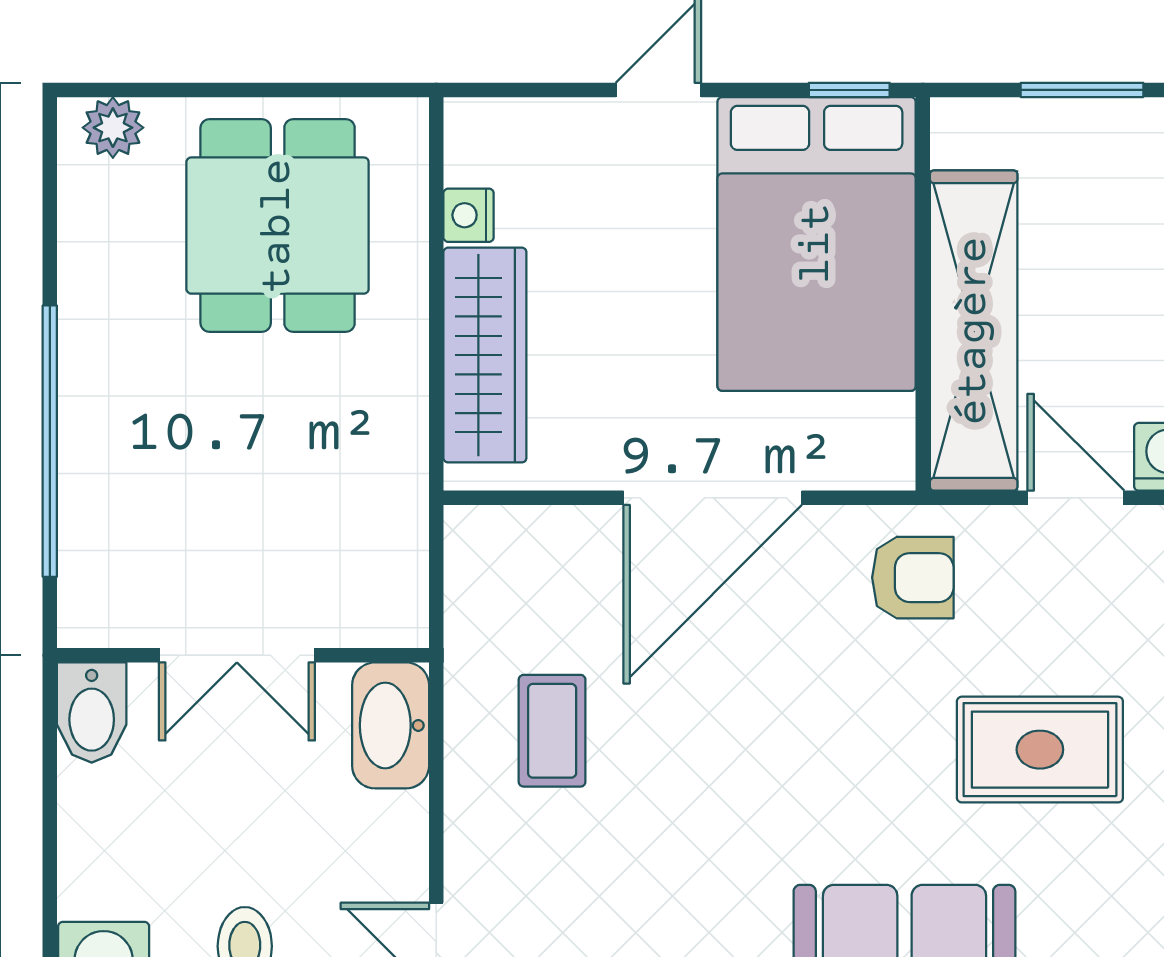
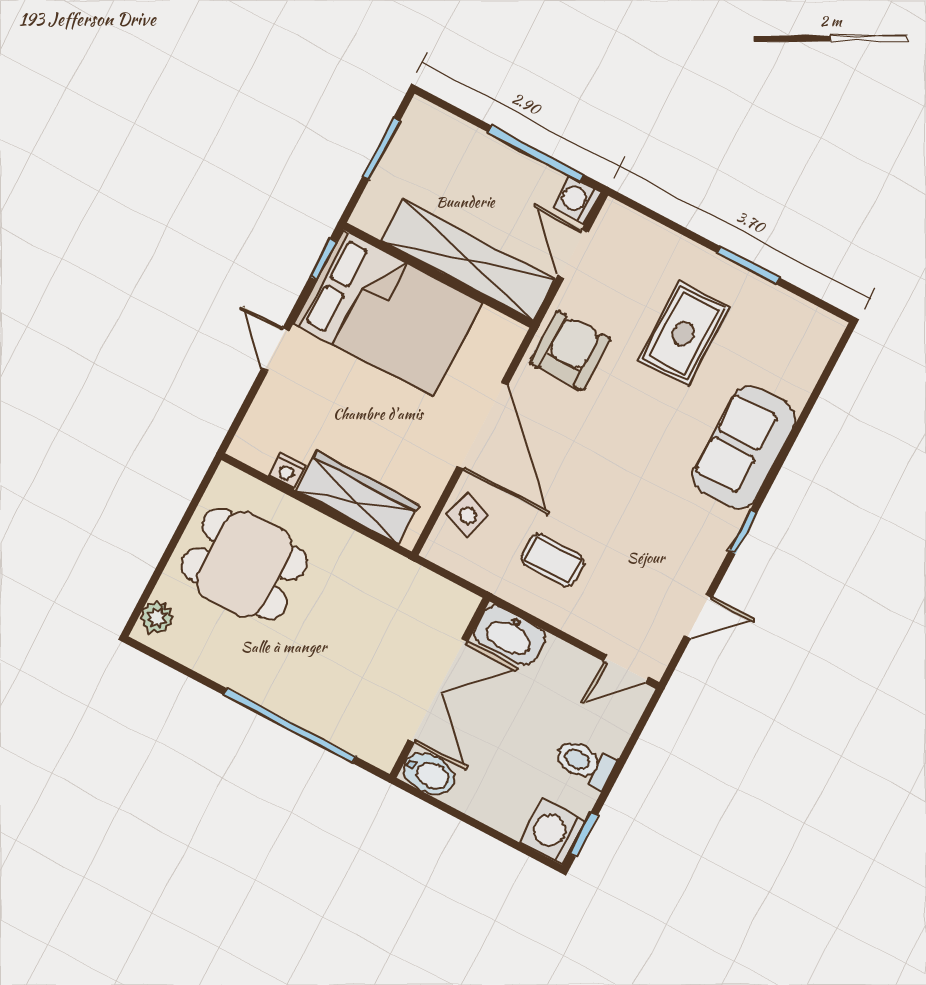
door: (1076, 498) -> (573, 254), hinge flipped
side table: (553, 552) -> (468, 515), added
armchair: (913, 578) -> (570, 351), width x1.38, depth x1.38
double door: (237, 655) -> (438, 691), width x1.37

